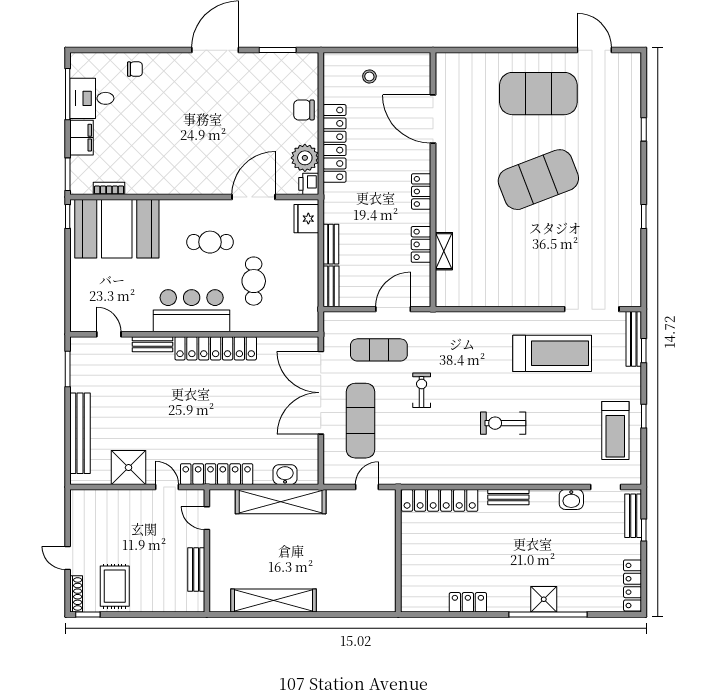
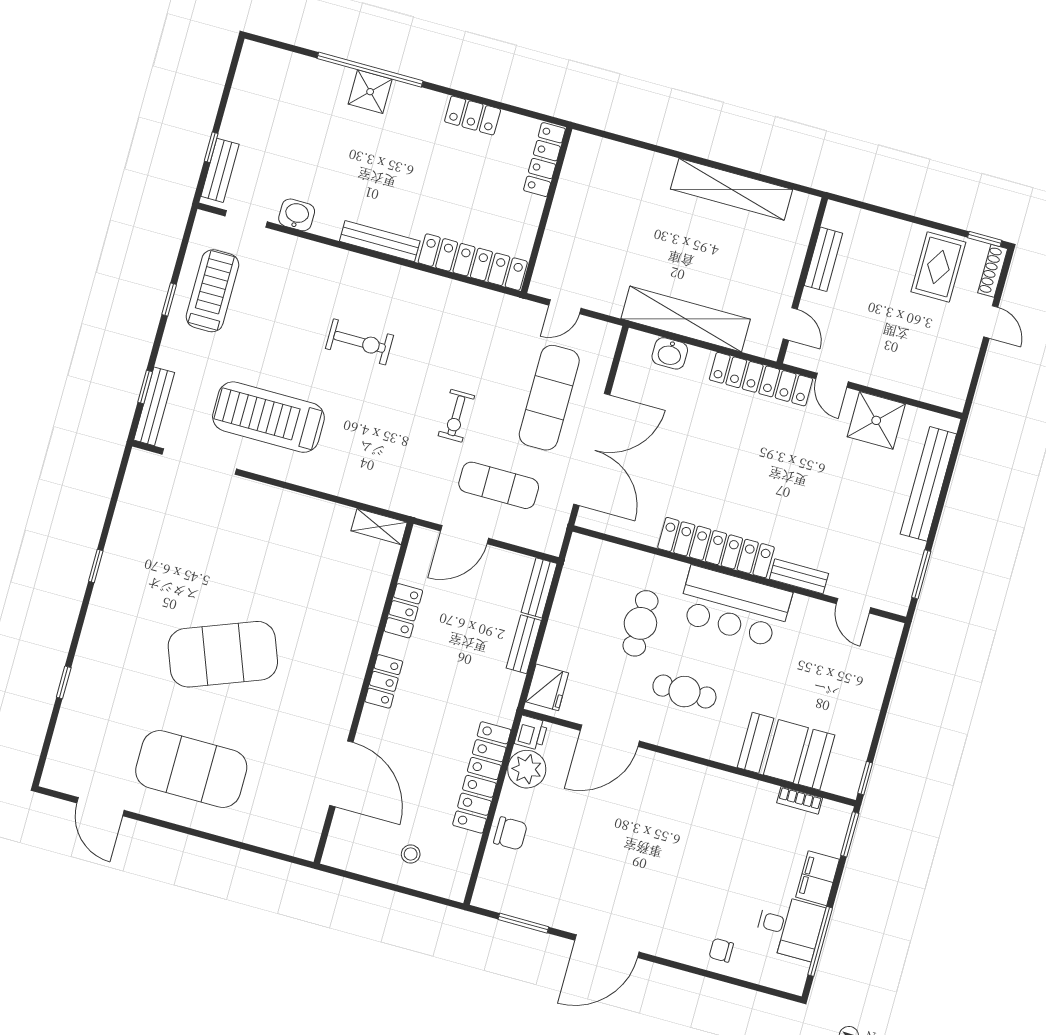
booth: (117, 229) -> (786, 751), width x0.73, depth x0.70
shelving: (444, 251) -> (379, 527), moved, turned 90
bench: (508, 497) -> (380, 241), width x1.36
locker: (633, 585) -> (544, 160), moved, turned 180

